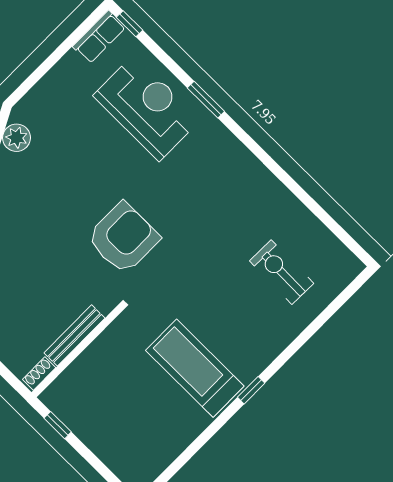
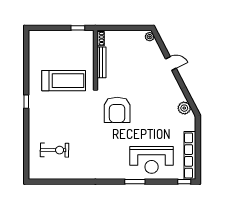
row of seats: (99, 37) -> (190, 155), width x2.02
treadmill: (195, 368) -> (64, 81), moved

